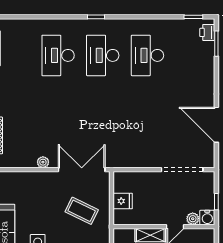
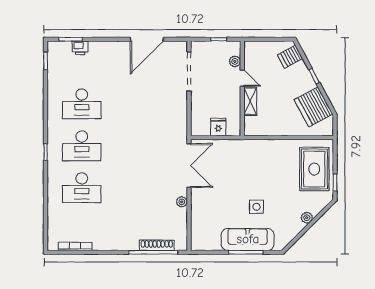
printer: (207, 32) -> (80, 48), moved
double door: (82, 170) -> (189, 166), swing flipped
coffee table: (82, 211) -> (227, 166), removed
water cooler: (207, 217) -> (234, 48), removed

